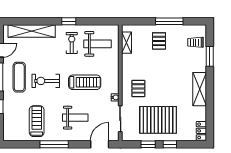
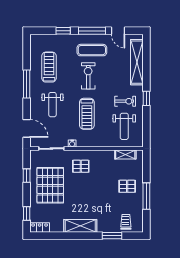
treadmill: (37, 121) -> (49, 67), turned -90
window: (170, 144) -> (27, 213), moved

